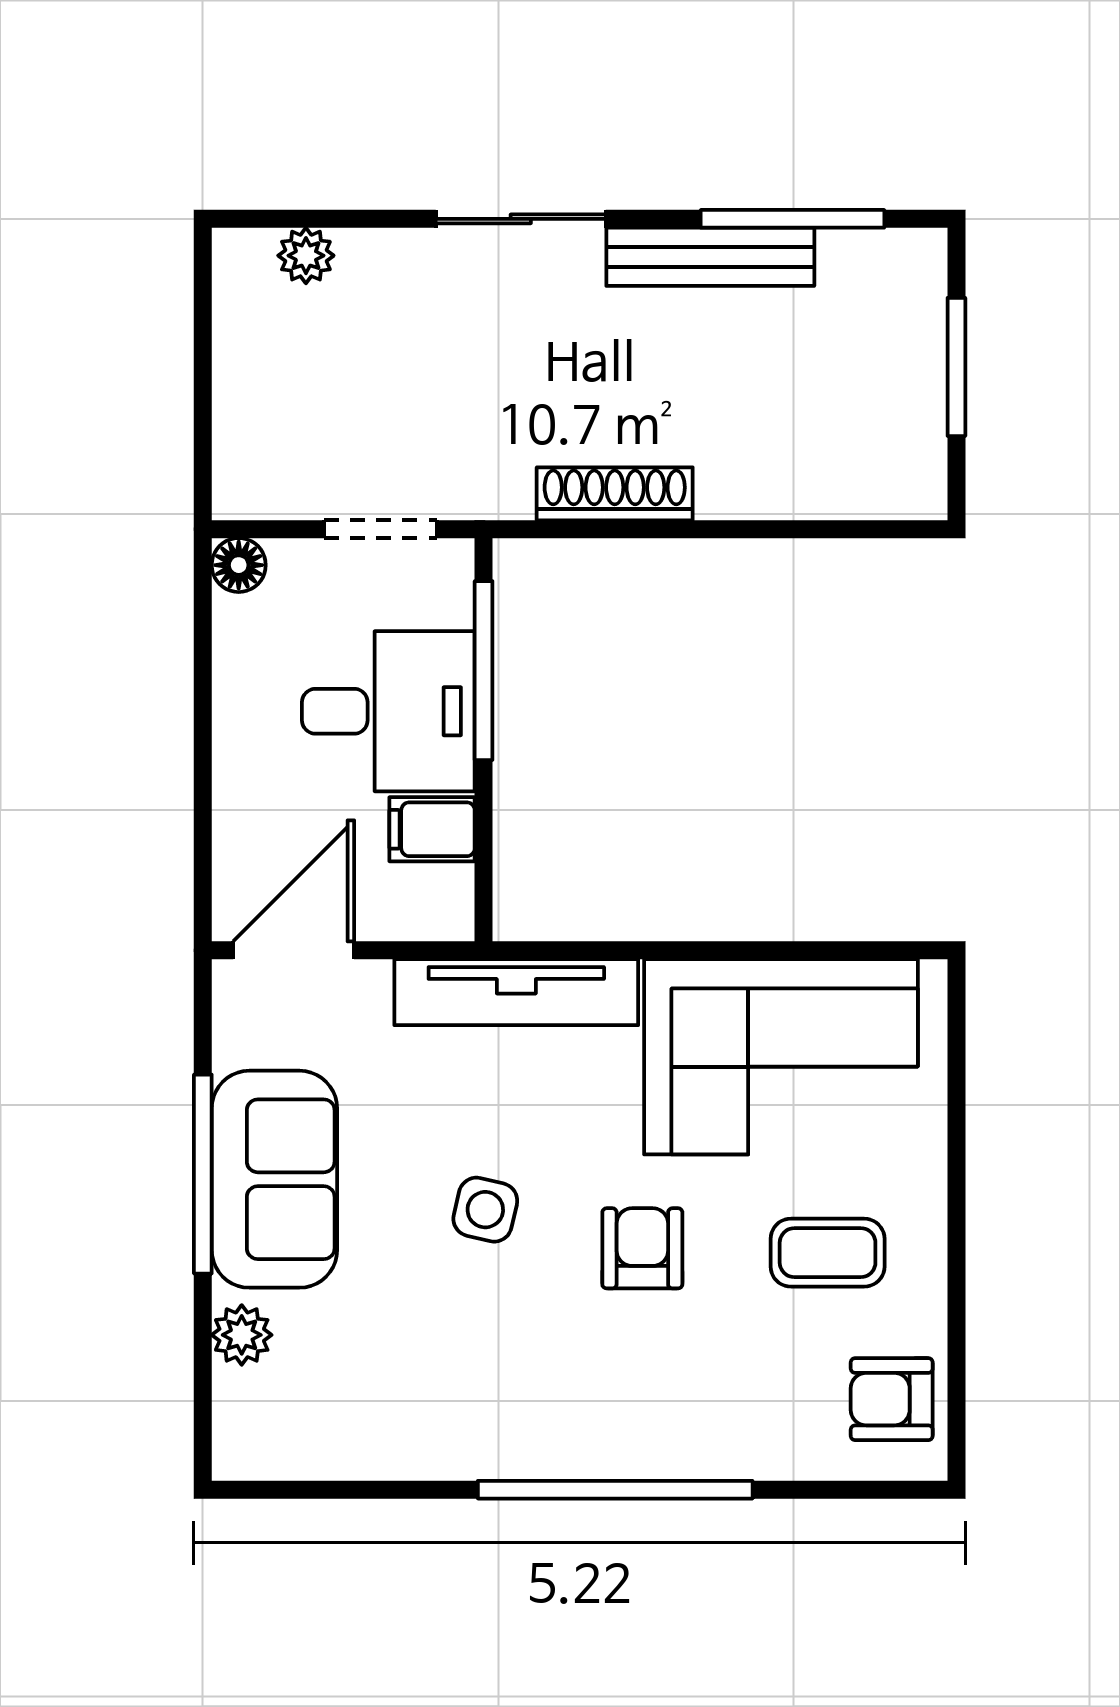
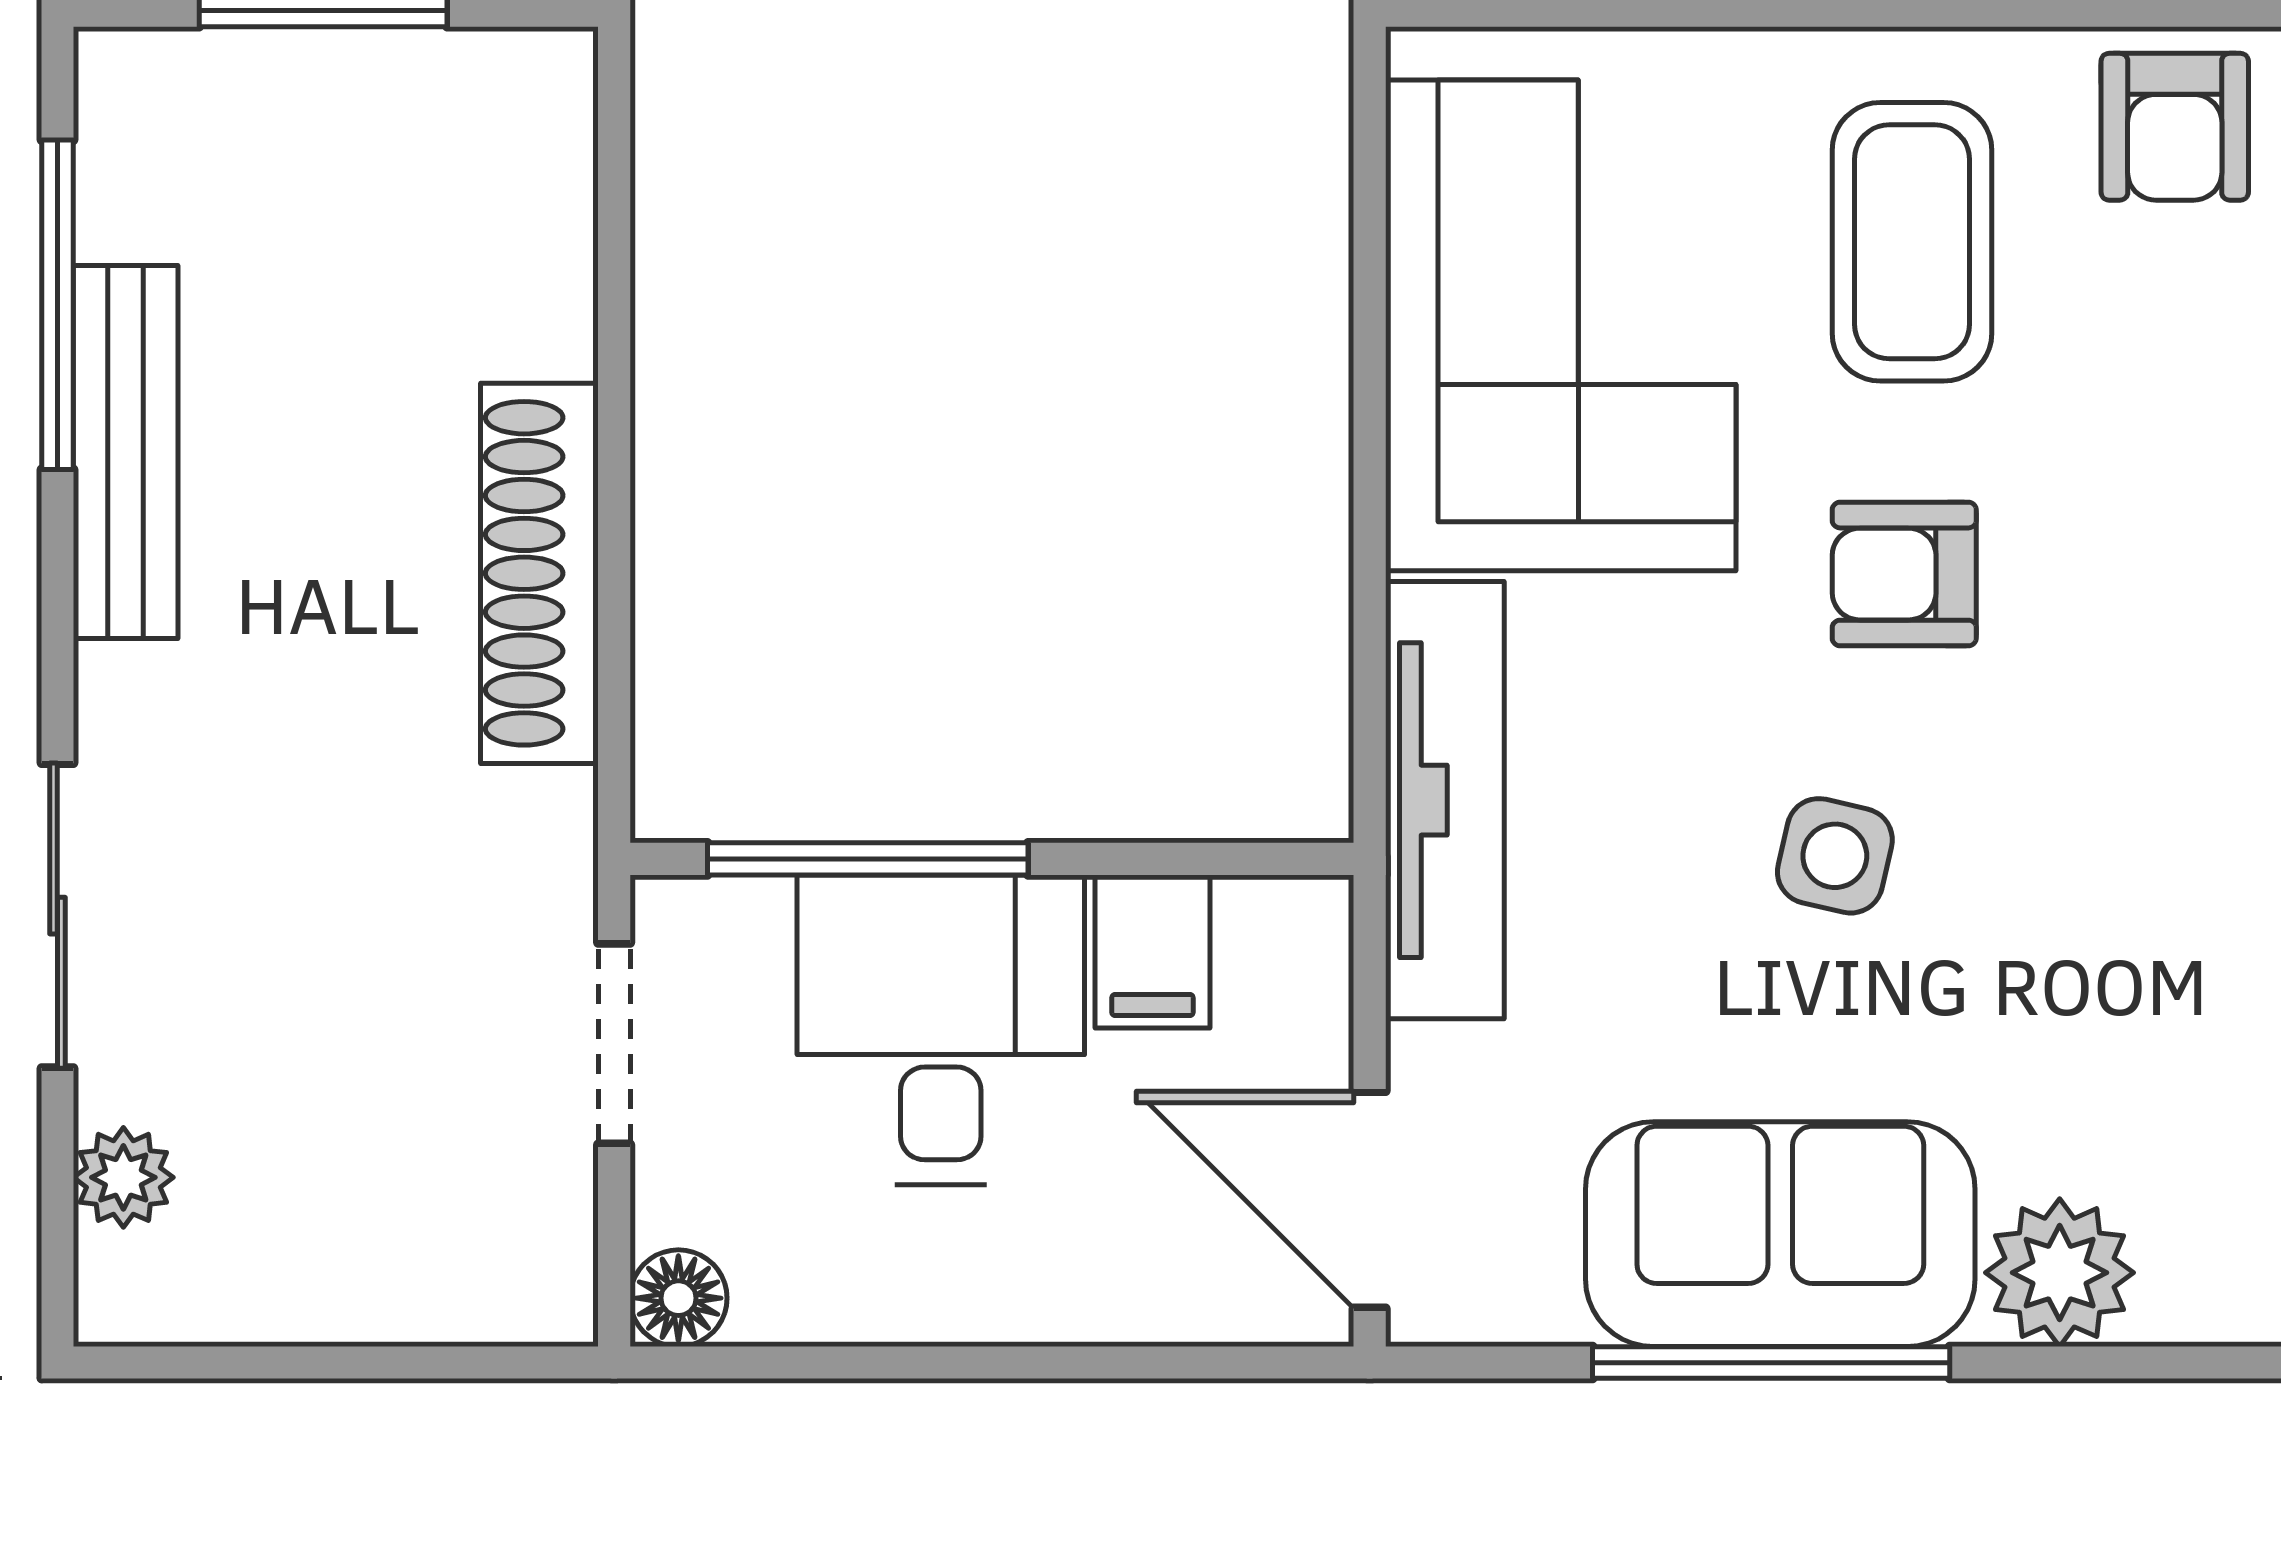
sliding door: (521, 219) -> (57, 916), moved
shoe rack: (615, 494) -> (539, 573), width x1.36, depth x1.24
coffee table: (828, 1253) -> (1912, 242), width x1.36, depth x1.30
plant: (242, 1335) -> (2060, 1273), width x1.38, depth x1.38

